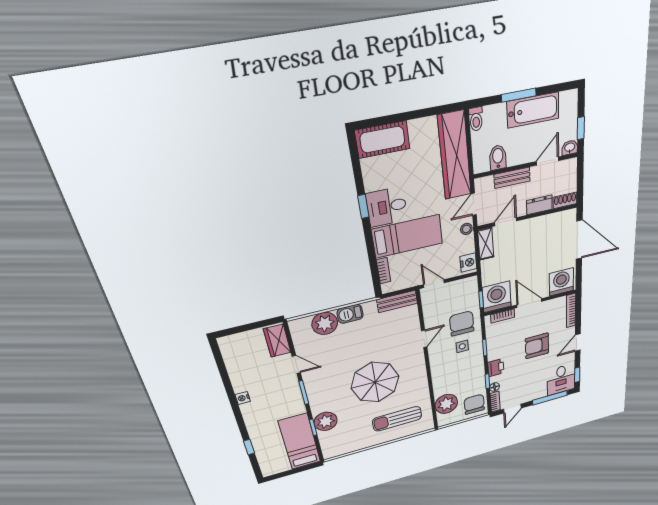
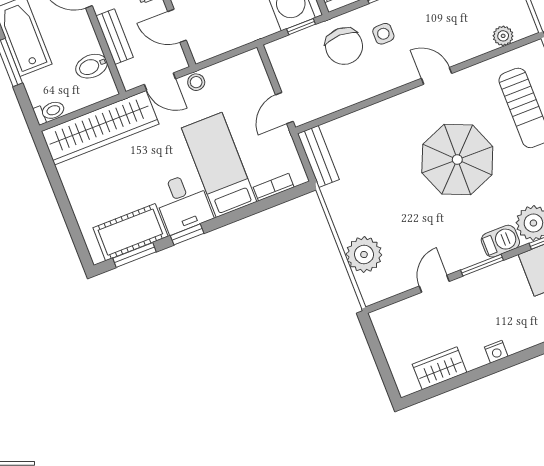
cot: (382, 140) -> (130, 232), moved, turned 90
window: (356, 164) -> (134, 255), added
shelving: (486, 244) -> (213, 46), removed
nightstand: (468, 263) -> (245, 64), removed
barbecue: (350, 314) -> (500, 241), moved, turned -90
chair: (462, 323) -> (344, 46), turned -90
door: (424, 339) -> (437, 76), moved
wardrobe: (277, 341) -> (440, 368), moved, turned 180
plant: (446, 404) -> (503, 36), width x0.53, depth x0.53

